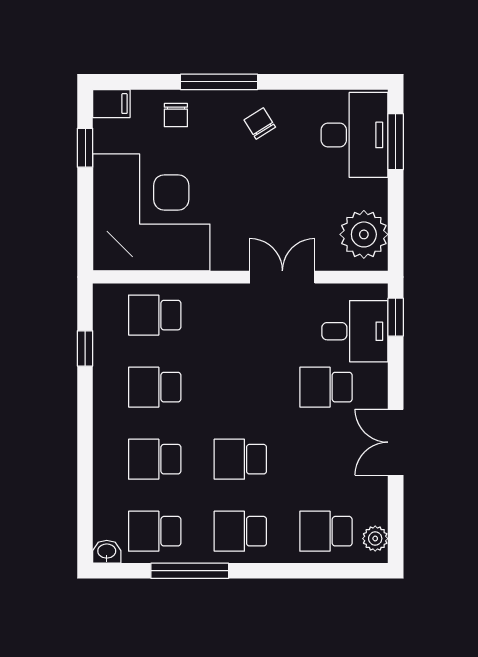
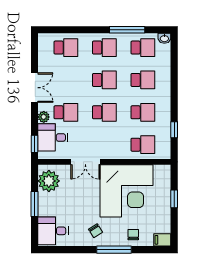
desk: (354, 135) -> (53, 231), width x0.73
window: (396, 142) -> (35, 204), moved
window: (85, 148) -> (174, 199), moved
corner desk: (151, 212) -> (127, 191), moved, turned -90
school desk: (240, 387) -> (104, 112), added
plant: (375, 539) -> (44, 117), moved

